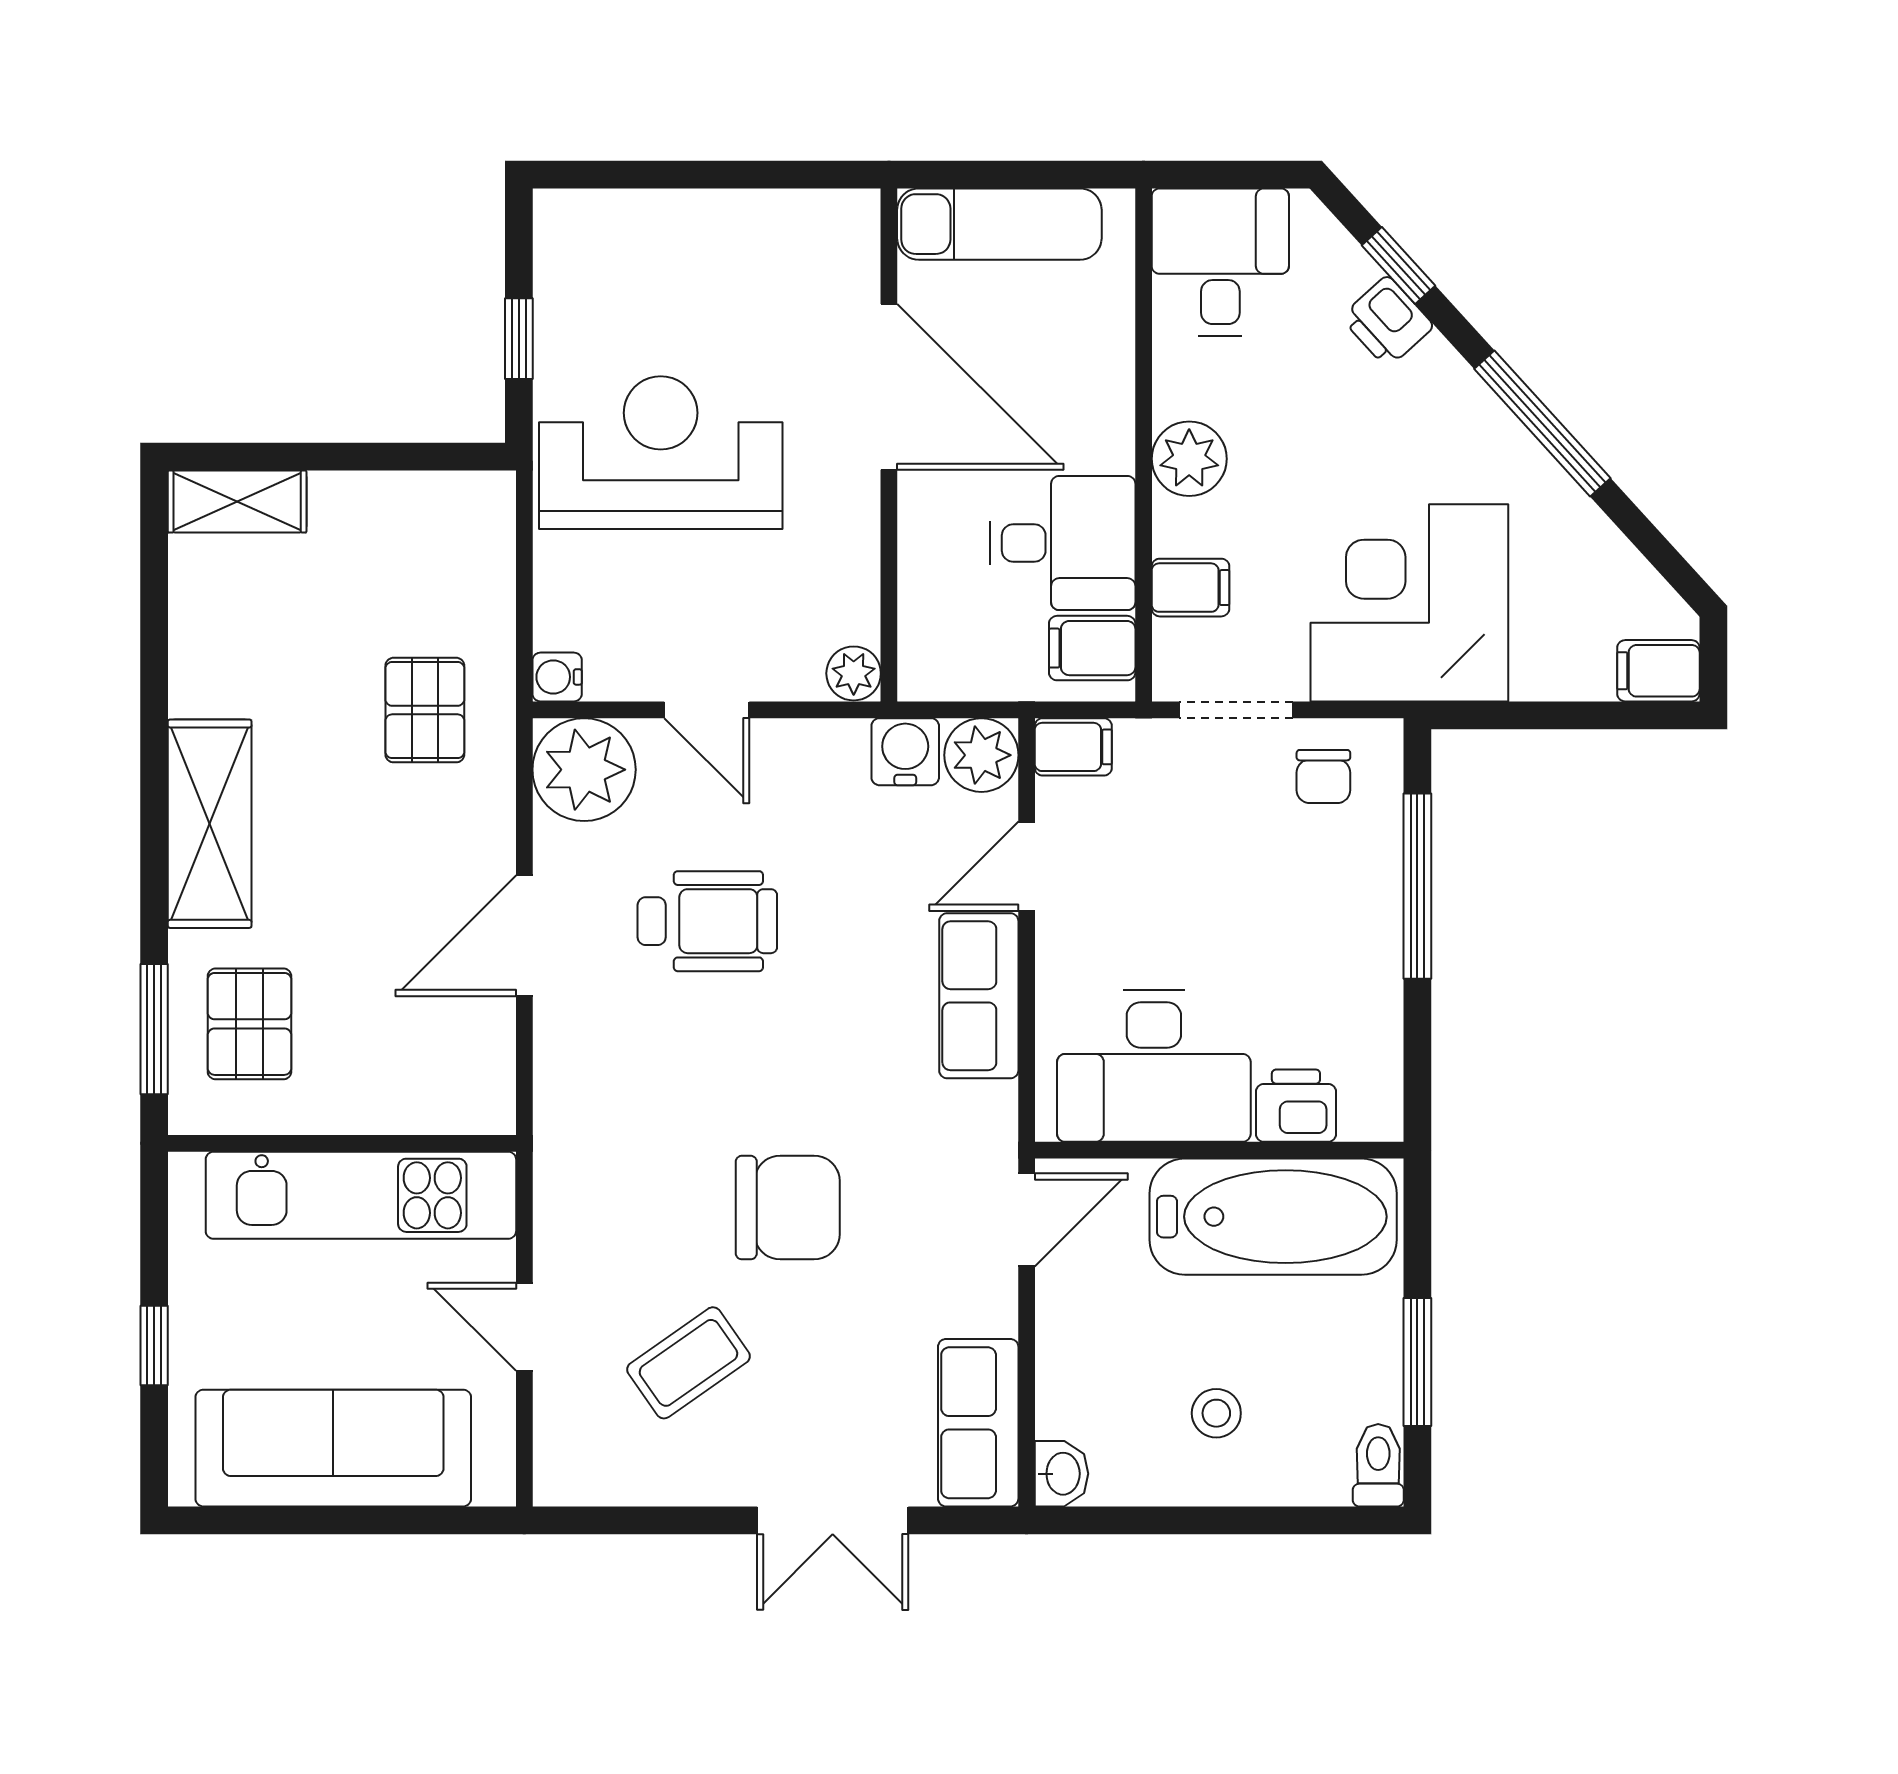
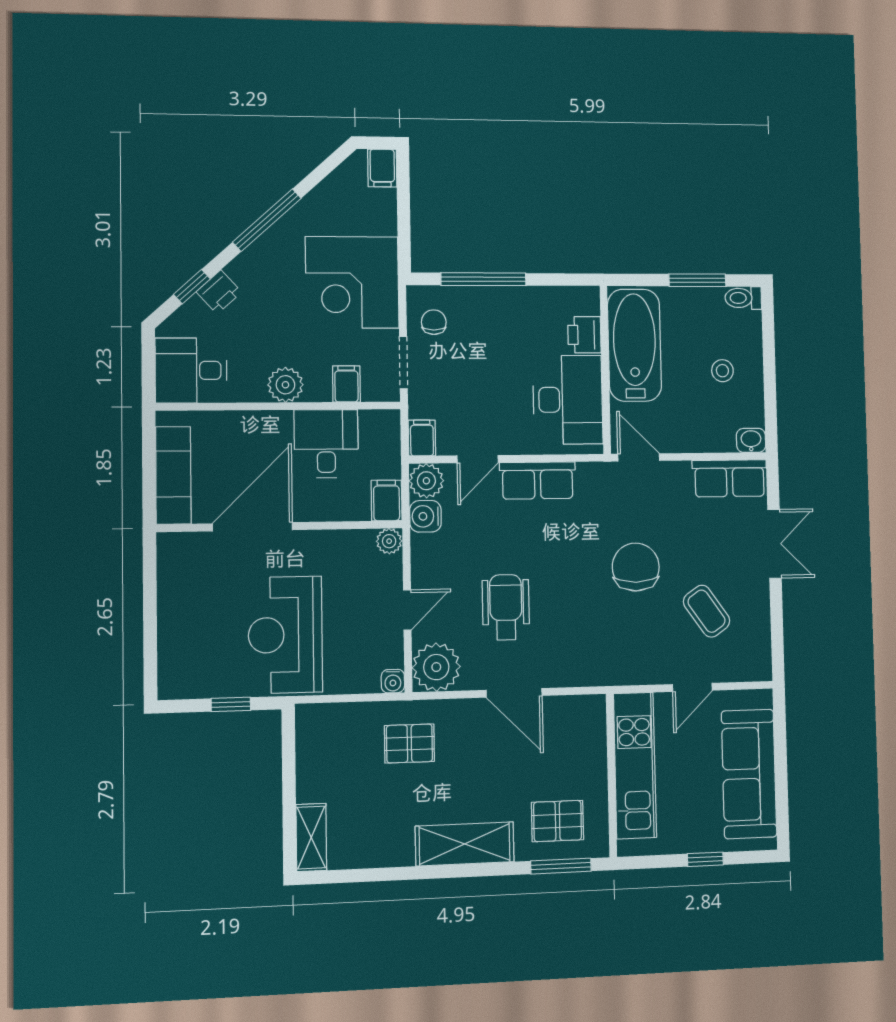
filing cabinet: (1092, 648) -> (387, 500), moved, turned 180
chair: (1323, 777) -> (434, 322), turned -90
door: (1027, 866) -> (478, 459), hinge flipped

